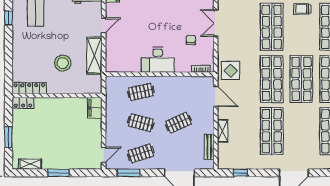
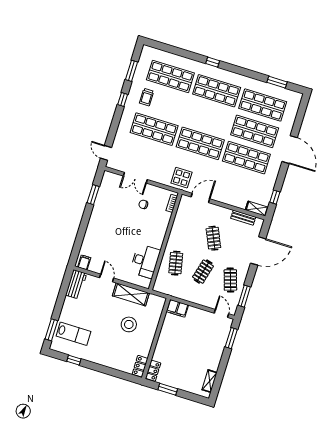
desk: (158, 60) -> (145, 261), moved
shop shelf: (301, 79) -> (255, 131), moved
locker: (29, 88) -> (140, 366), width x0.66
shelving: (223, 131) -> (257, 209), moved
window: (8, 137) -> (168, 389), moved
window: (58, 173) -> (231, 338), moved

